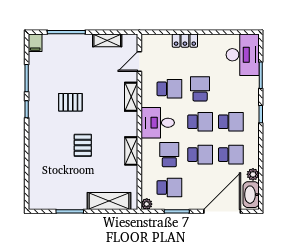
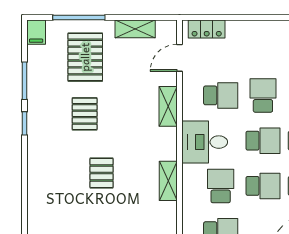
locker: (185, 41) -> (207, 29), moved
pallet: (71, 61) -> (85, 57), added
pallet: (70, 102) -> (85, 114), turned 90

